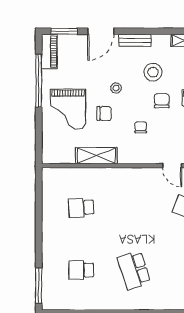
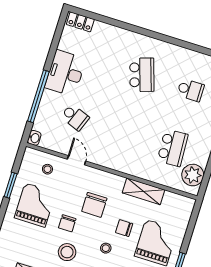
chair: (141, 127) -> (94, 205), width x1.87, depth x1.87
plant: (53, 187) -> (193, 175), added
school desk: (81, 208) -> (173, 148), width x1.85

